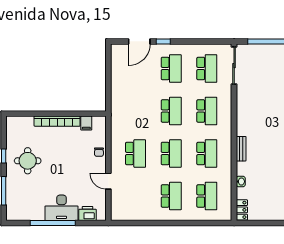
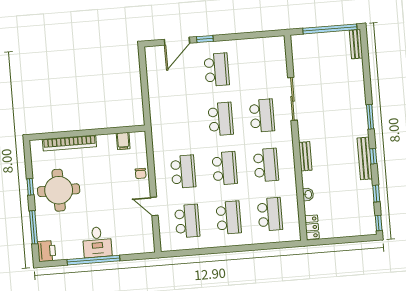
sliding door: (234, 66) -> (292, 99), moved
school desk: (207, 68) -> (187, 221), moved
bookcase: (57, 121) -> (69, 143), moved
round table: (28, 161) -> (59, 190), width x1.36, depth x1.36
desk: (61, 208) -> (97, 242), width x0.73
printer: (88, 213) -> (47, 251), moved, turned 90

